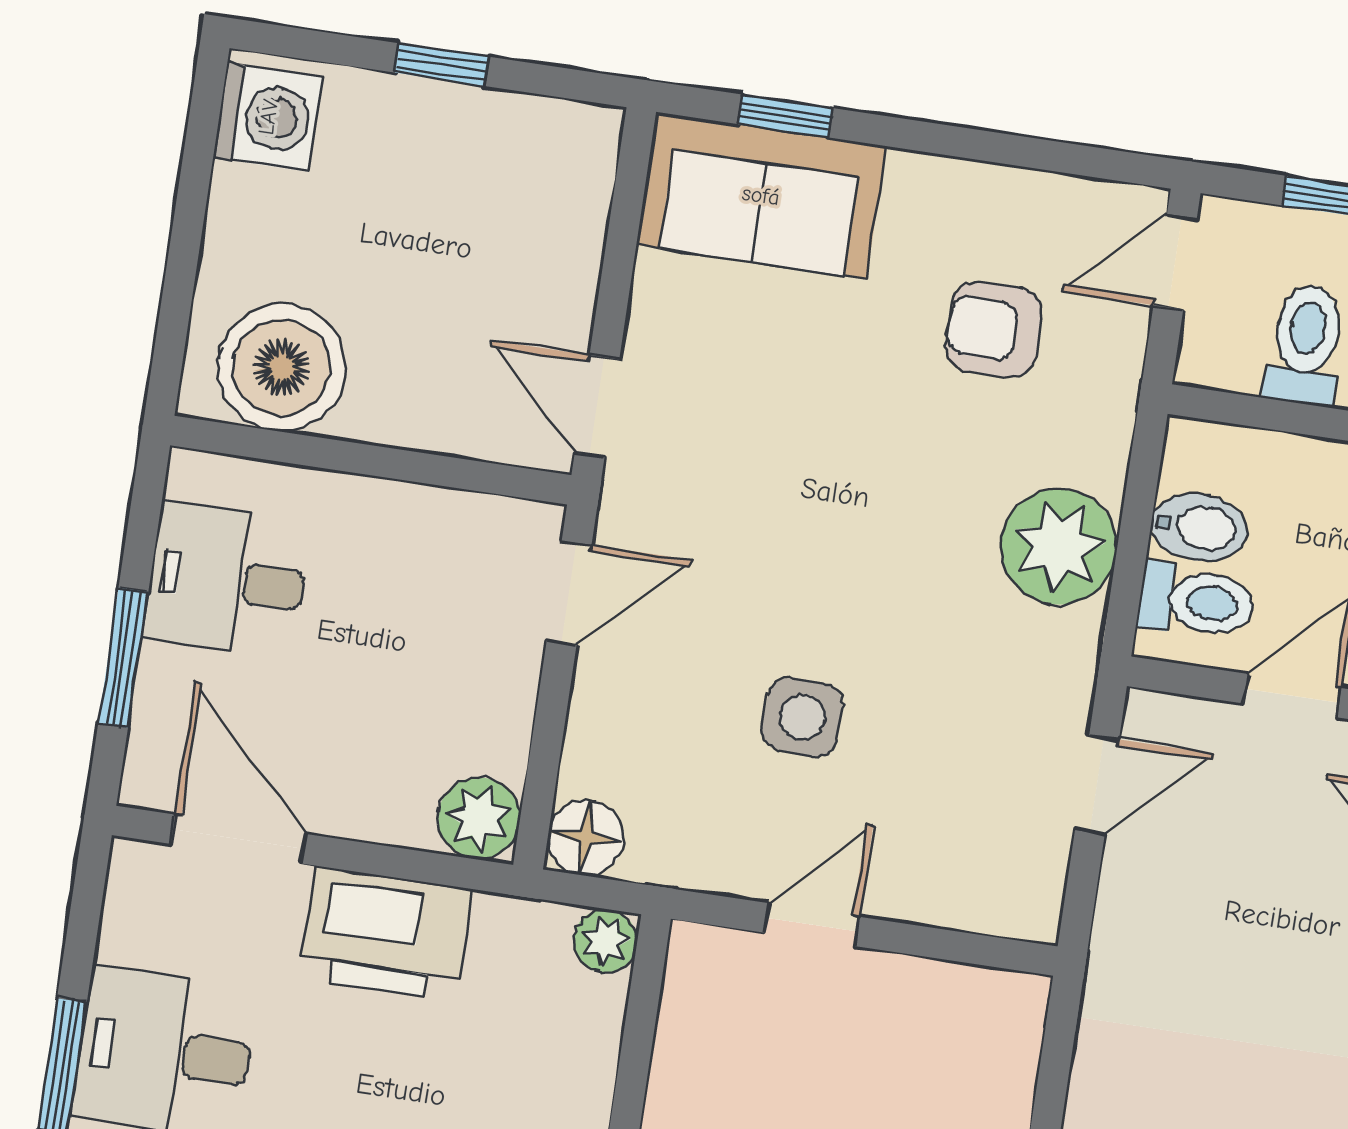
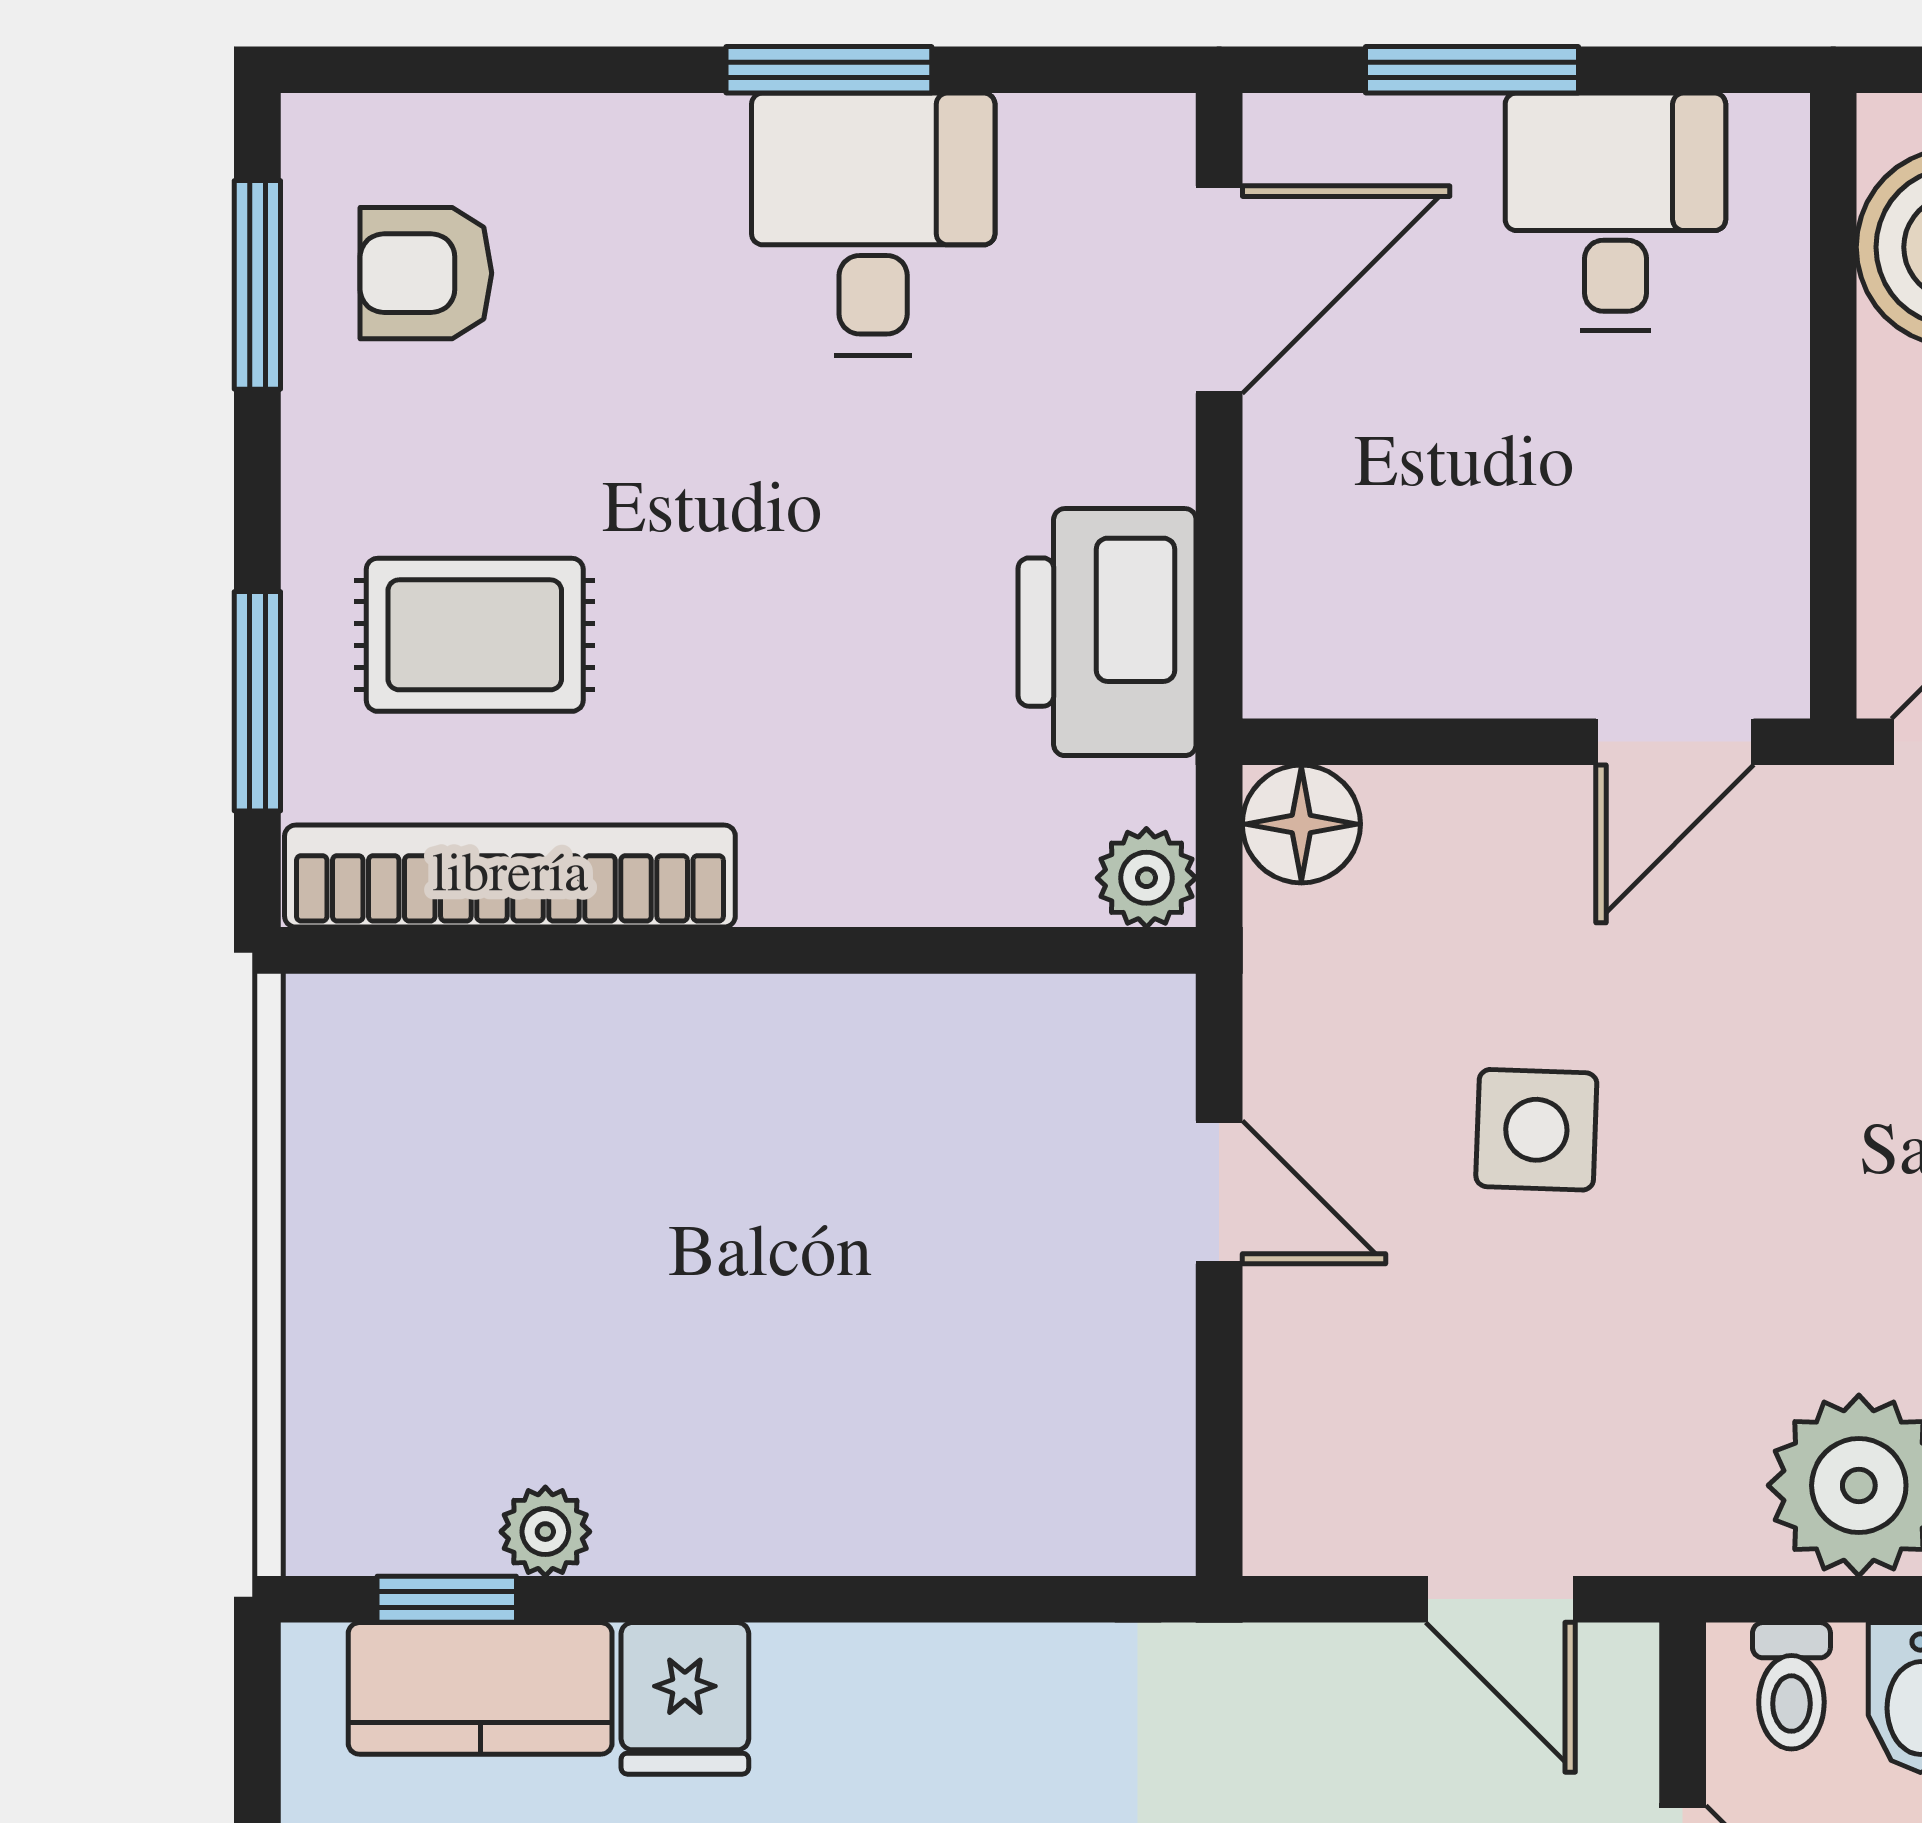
door: (569, 593) -> (1675, 742), hinge flipped
toilet: (1196, 601) -> (1791, 1686), width x0.73, depth x0.72
plant: (479, 818) -> (1306, 655), removed
printer: (385, 934) -> (1107, 632), moved

